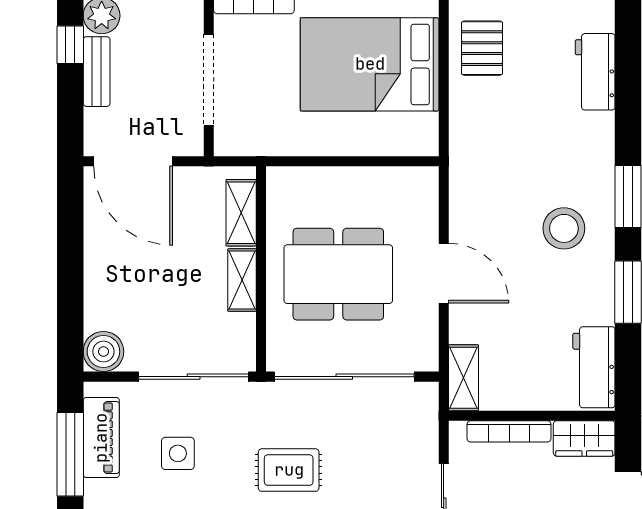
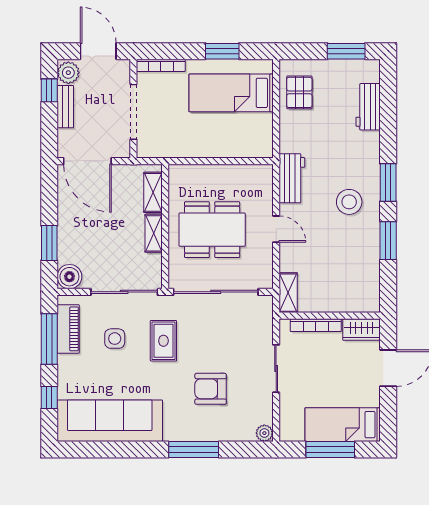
bed: (370, 64) -> (231, 93), width x0.67
door: (444, 273) -> (276, 229), width x0.73
window: (70, 296) -> (49, 243), added
workbench: (594, 367) -> (292, 178), moved, turned 180
rug: (289, 470) -> (163, 341), moved, turned 90

